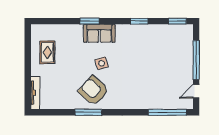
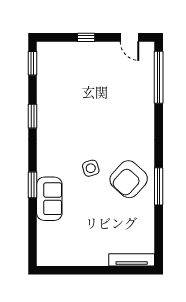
sofa: (99, 33) -> (49, 199), moved
rug: (47, 52) -> (76, 243), removed
window: (196, 60) -> (86, 37), width x0.32

